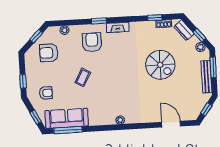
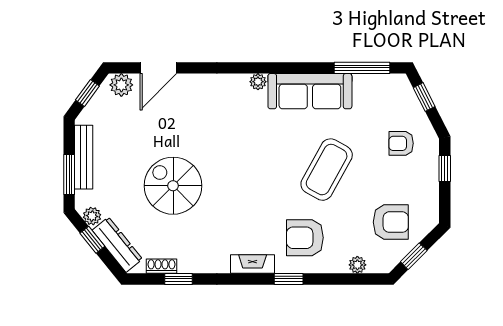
dresser: (184, 30) -> (117, 245), width x1.44
armchair: (92, 42) -> (305, 238), turned 90
coffee table: (83, 78) -> (327, 170), width x1.86, depth x1.72
plant: (189, 114) -> (121, 85), added
sofa: (67, 118) -> (310, 91), moved
door: (171, 124) -> (158, 68), hinge flipped

